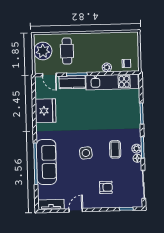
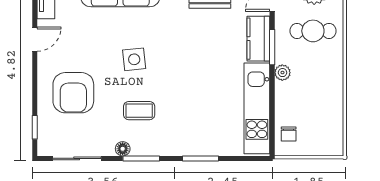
plant: (107, 67) -> (282, 73), moved
plant: (137, 149) -> (140, 148), removed
armchair: (106, 187) -> (73, 93), width x1.88, depth x1.88
door: (76, 210) -> (35, 39), hinge flipped

